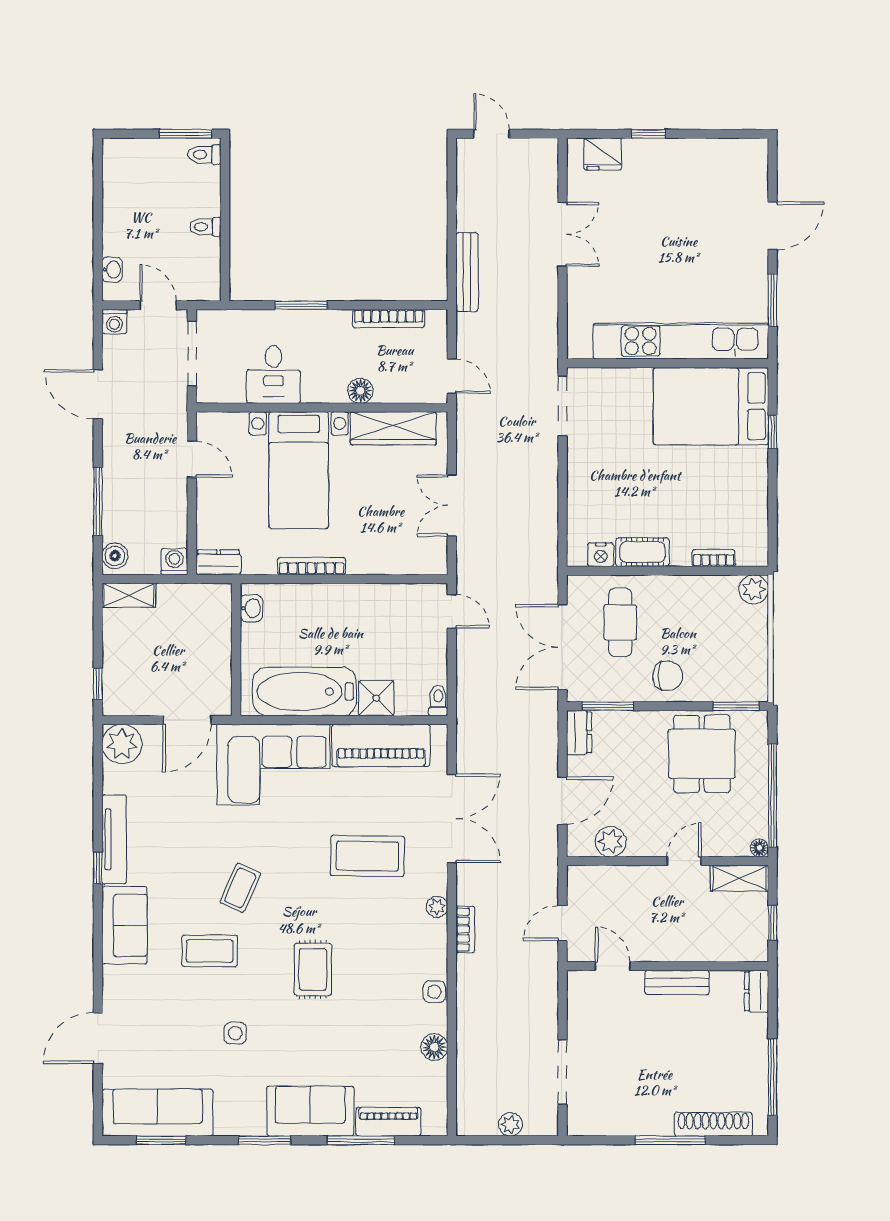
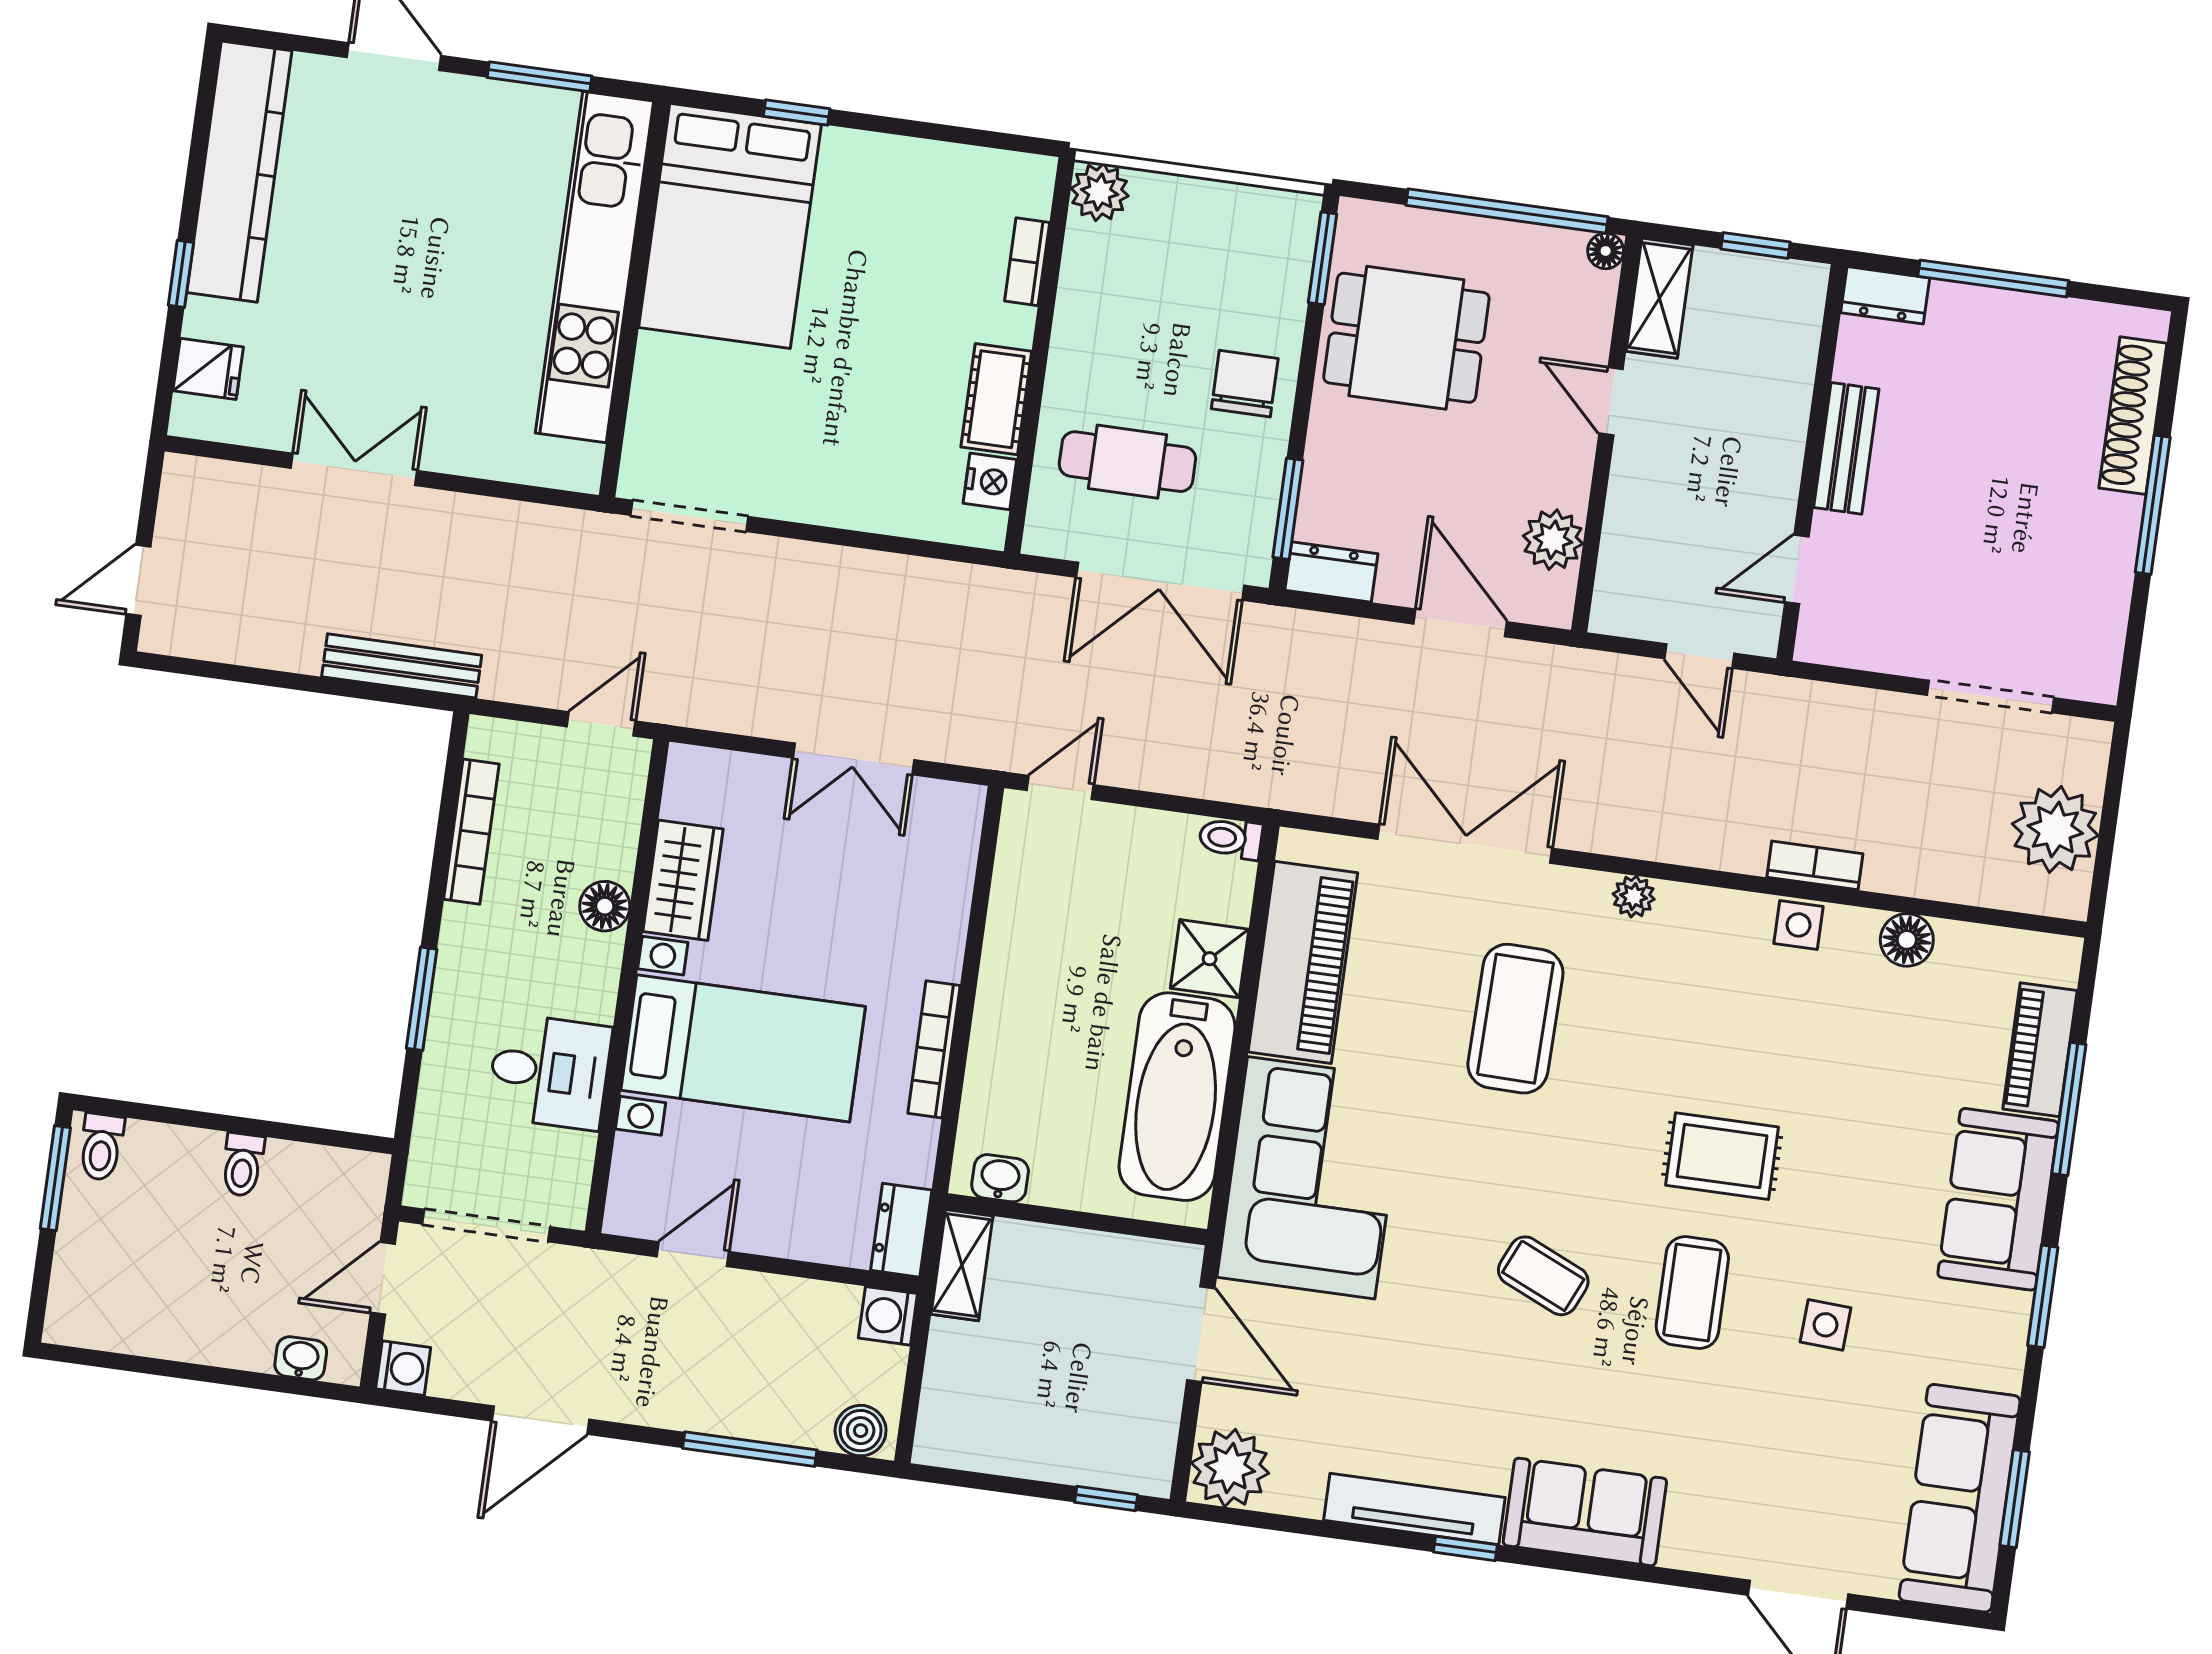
fridge: (603, 154) -> (208, 369), width x0.72
kitchen counter: (704, 156) -> (239, 172), added
wardrobe: (393, 428) -> (683, 880), width x0.67
shelving: (129, 595) -> (962, 1265), moved
bookcase: (465, 929) -> (1815, 865), moved
coffee table: (210, 951) -> (1692, 1293), moved
window: (773, 1077) -> (1993, 278), moved
plant: (510, 1124) -> (2055, 830), width x1.87, depth x1.87

